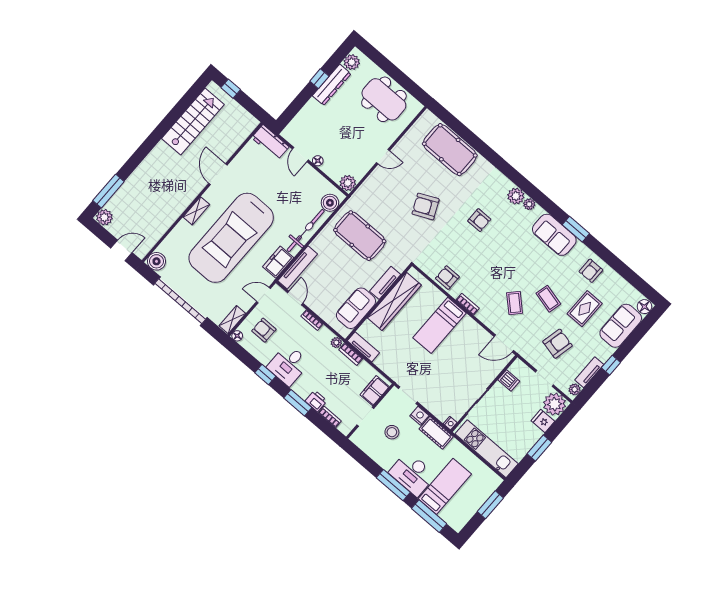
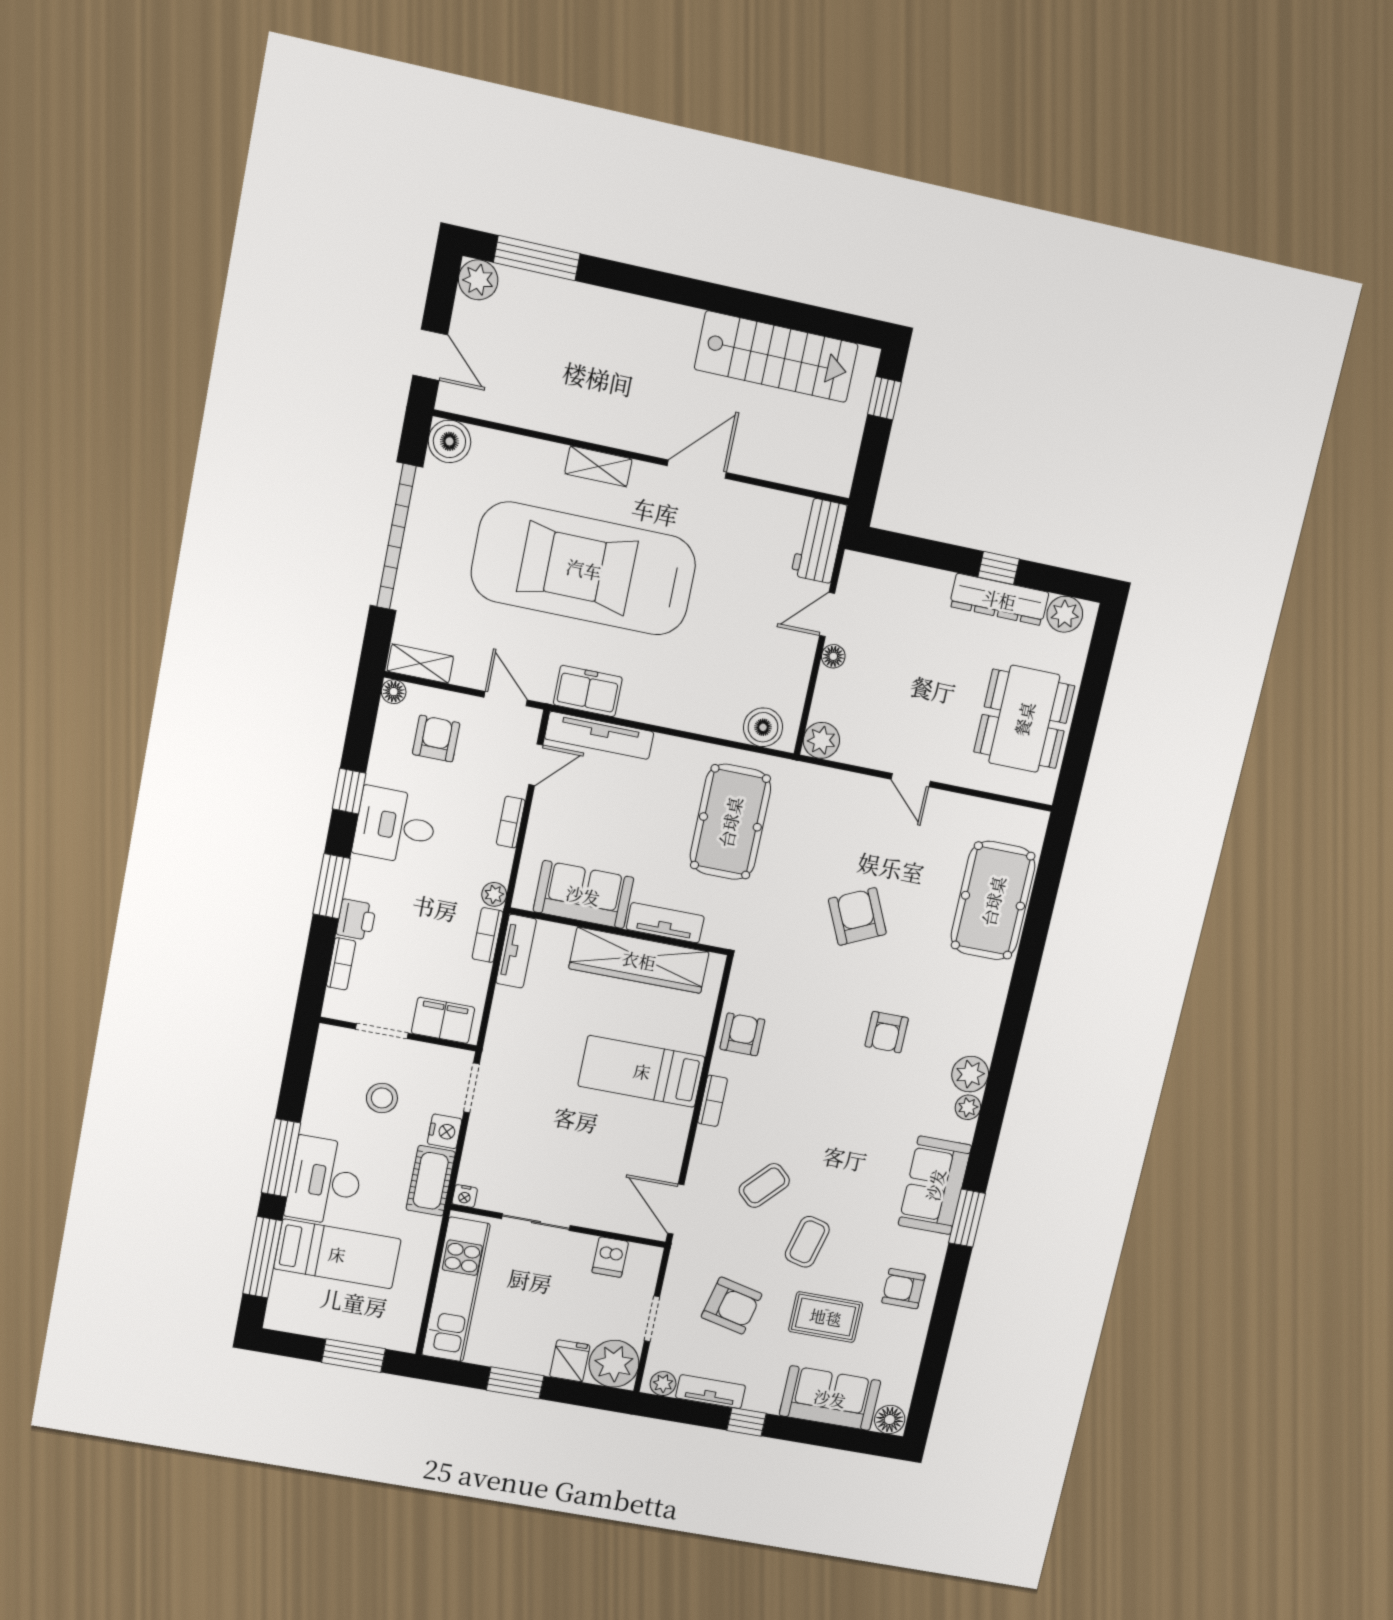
bicycle: (306, 231) -> (681, 710), removed

